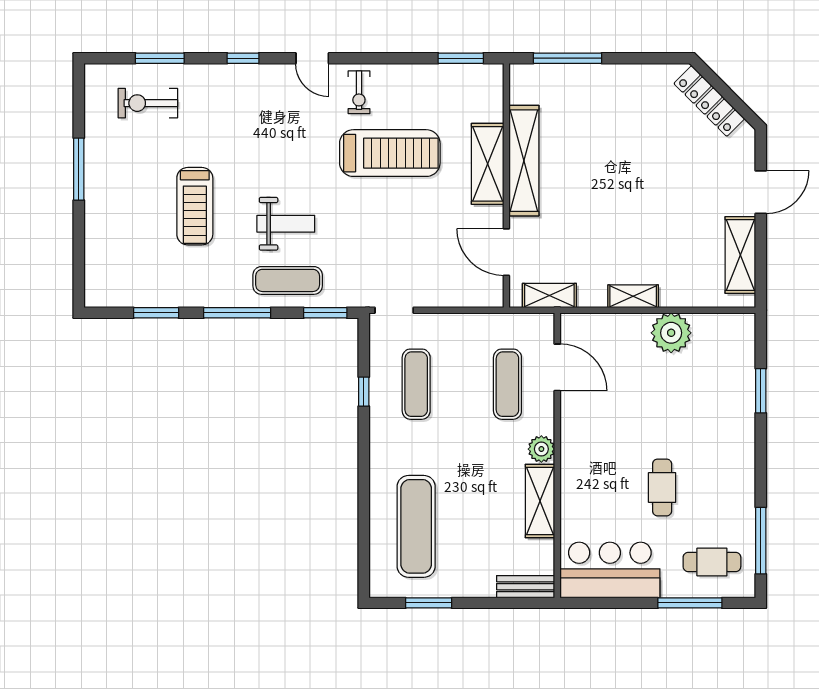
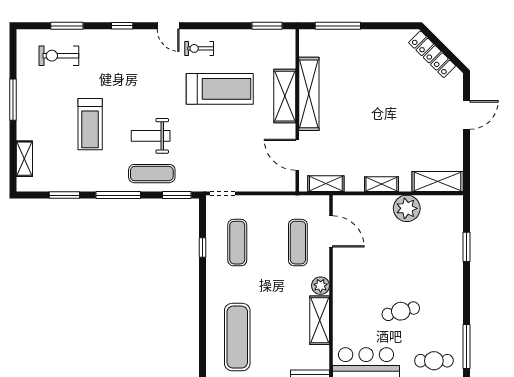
exercise bike: (359, 92) -> (199, 48), turned 90
weight bench: (286, 224) -> (151, 136), turned 180
shelving: (740, 255) -> (438, 181), moved, turned 90
shelving: (96, 258) -> (24, 159), added
cafe table: (662, 487) -> (401, 311), turned 76

